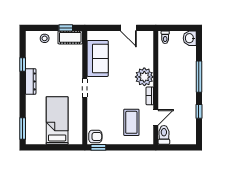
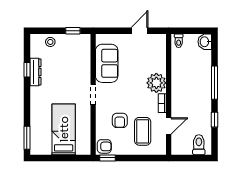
door: (128, 28) -> (139, 31), swing flipped
cot: (70, 37) -> (78, 41), removed
dresser: (31, 81) -> (35, 72), moved
armchair: (110, 112) -> (120, 120), added
toilet: (164, 135) -> (199, 145), moved

